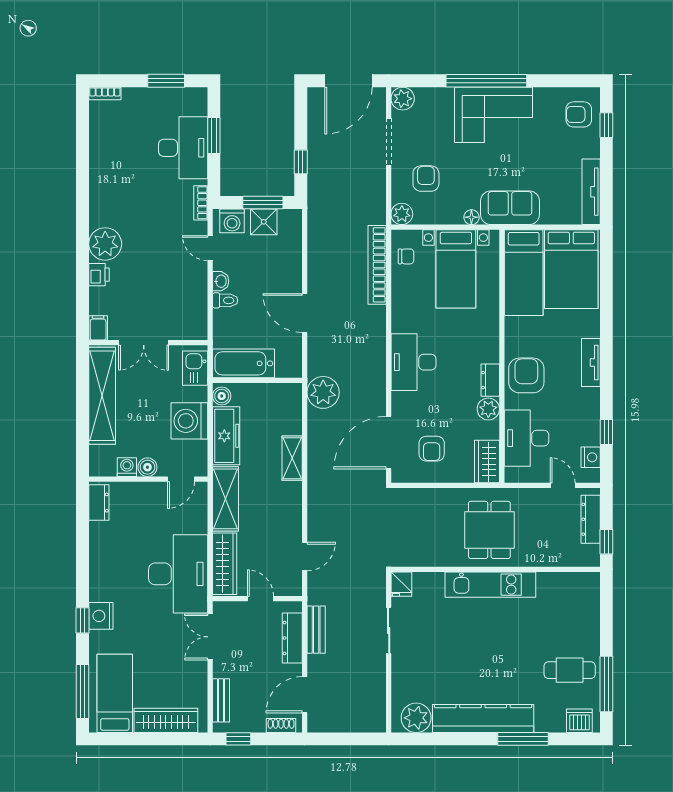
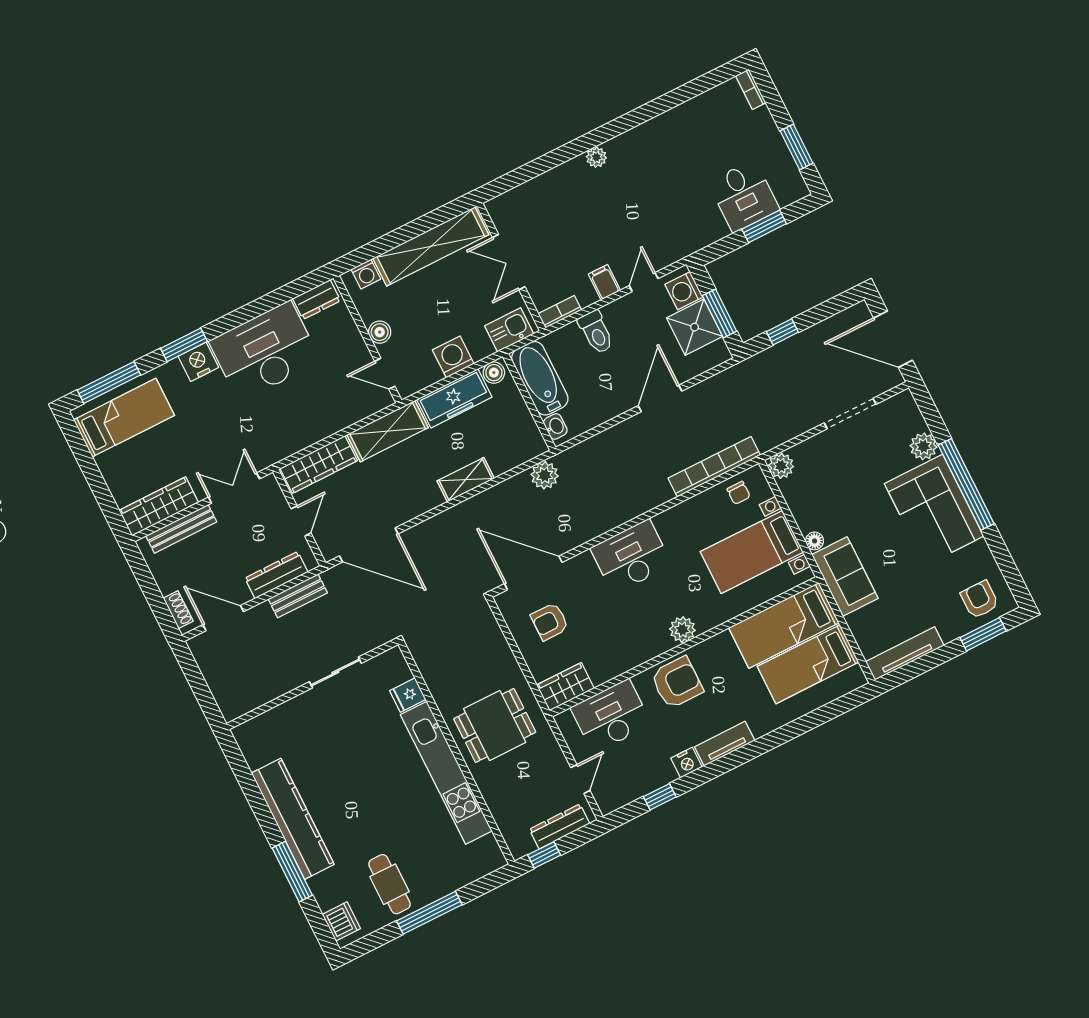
plant: (403, 99) -> (923, 446), moved
window: (606, 125) -> (983, 634), width x1.50
desk: (183, 148) -> (744, 196), width x0.73
armchair: (426, 179) -> (831, 473), removed
bookcase: (201, 203) -> (560, 312), moved
shower: (264, 222) -> (695, 327), width x1.36, depth x1.36
plant: (105, 244) -> (596, 157), width x0.53, depth x0.53
bed: (571, 269) -> (808, 664), width x0.67
printer: (99, 275) -> (557, 179), removed
washbasin: (221, 281) -> (555, 426), moved, turned -90
toilet: (225, 300) -> (596, 332), width x1.37, depth x1.39
door: (305, 313) -> (660, 398), moved
filing cabinet: (98, 328) -> (604, 282), moved, turned -90
dresser: (490, 380) -> (653, 647), removed
plant: (323, 392) -> (545, 475), width x0.73, depth x0.73
plant: (488, 409) -> (682, 630), moved
washing machine: (189, 421) -> (453, 357), width x0.73, depth x0.73
nightstand: (591, 457) -> (686, 763), moved
washing machine: (127, 467) -> (366, 274), moved, turned 90
door: (305, 556) -> (369, 545), width x1.87
desk: (178, 574) -> (265, 351), moved, turned 180
fridge: (401, 584) -> (408, 695), moved
kitchen unit: (490, 585) -> (446, 773), width x1.36
window: (83, 620) -> (184, 345), width x1.50
window: (606, 684) -> (429, 913), moved
bench: (221, 700) -> (181, 529), width x1.36
plant: (416, 718) -> (258, 748), removed
wardrobe: (166, 720) -> (159, 506), moved, turned -90
window: (238, 739) -> (142, 572), removed

